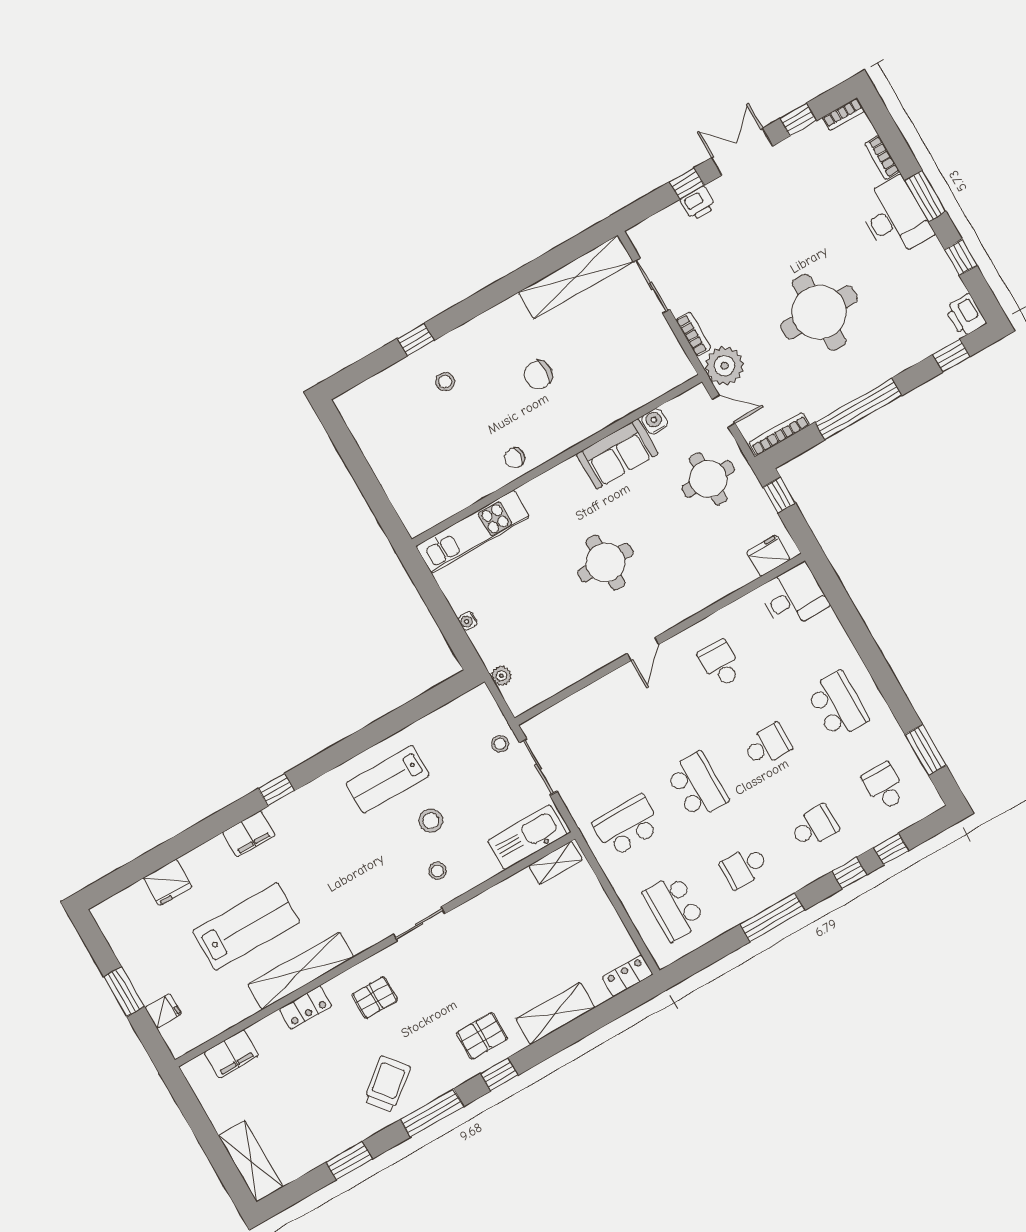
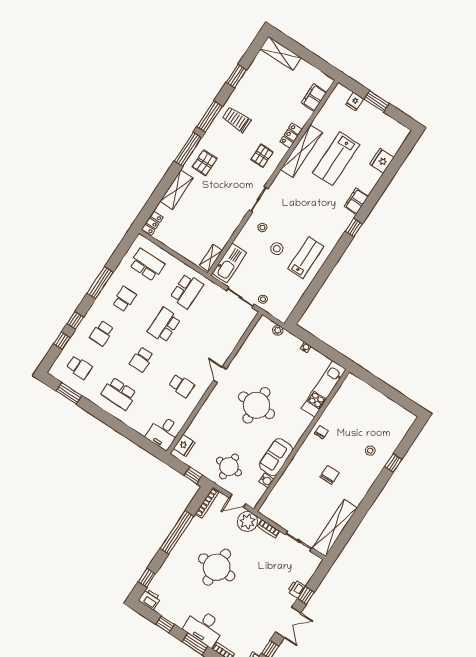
round table: (605, 563) -> (256, 405), width x1.36, depth x1.36
school desk: (697, 786) -> (164, 325), turned 90
window: (499, 1074) -> (188, 149), width x2.17
trolley: (387, 1084) -> (237, 120), turned 129

